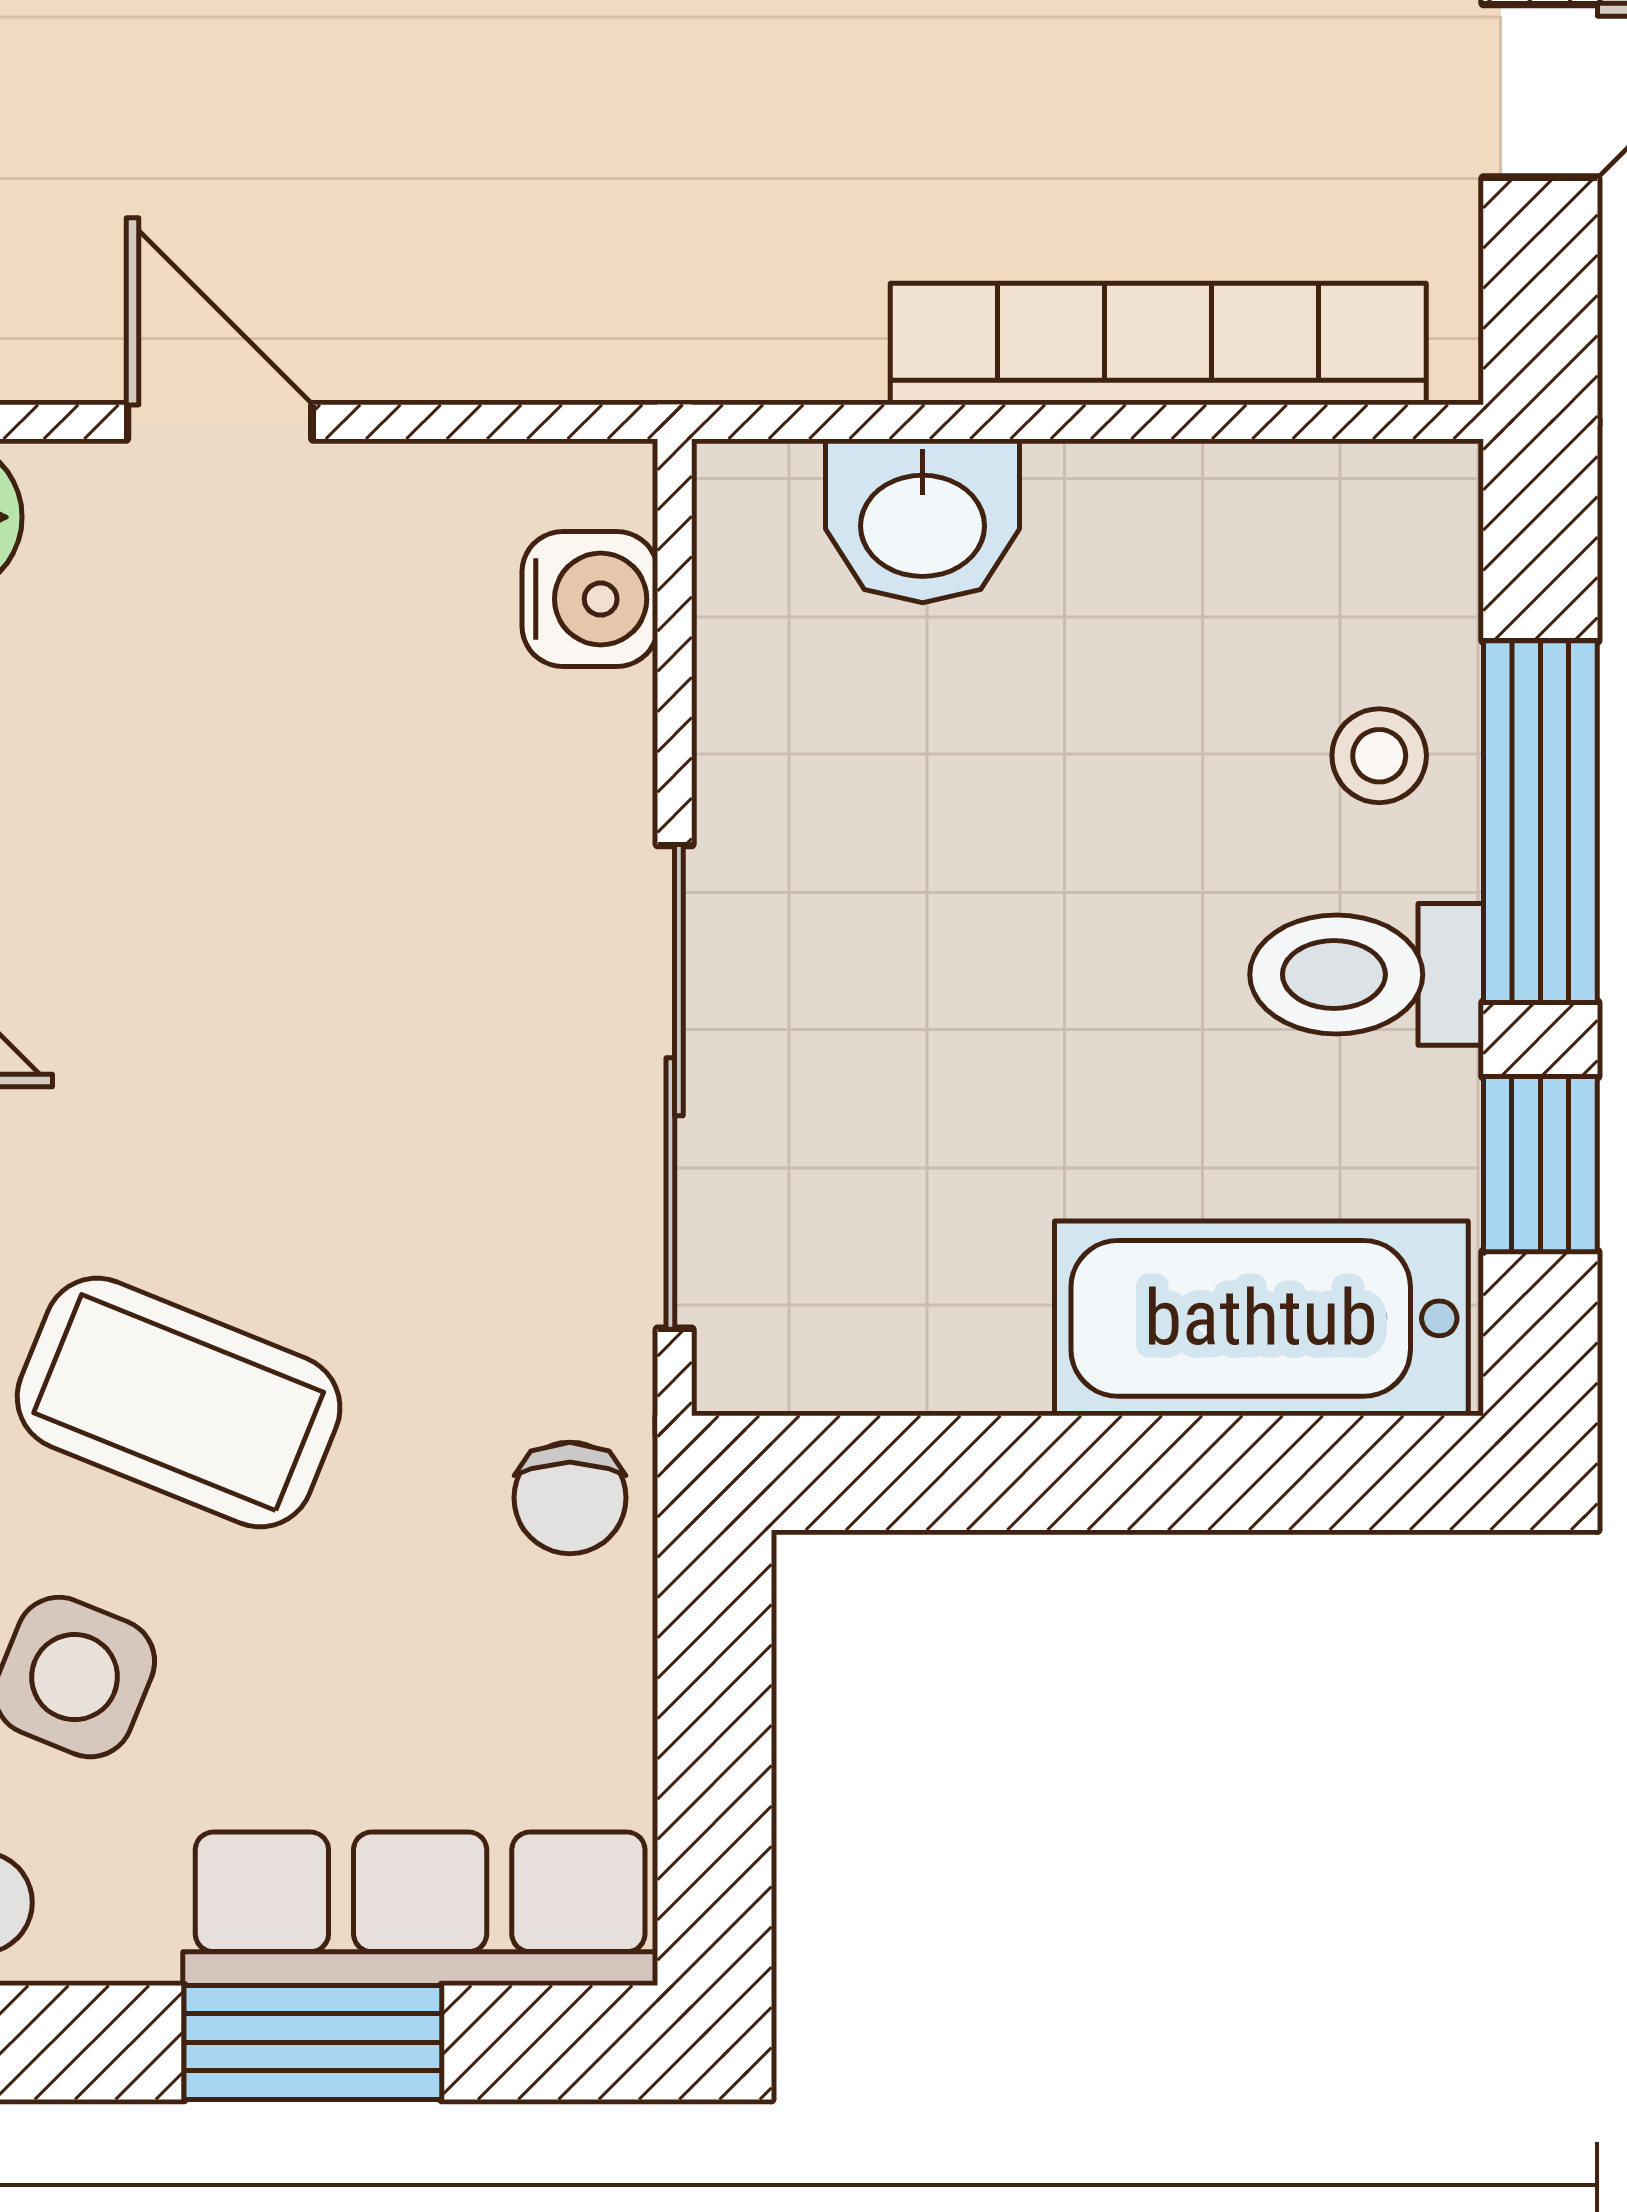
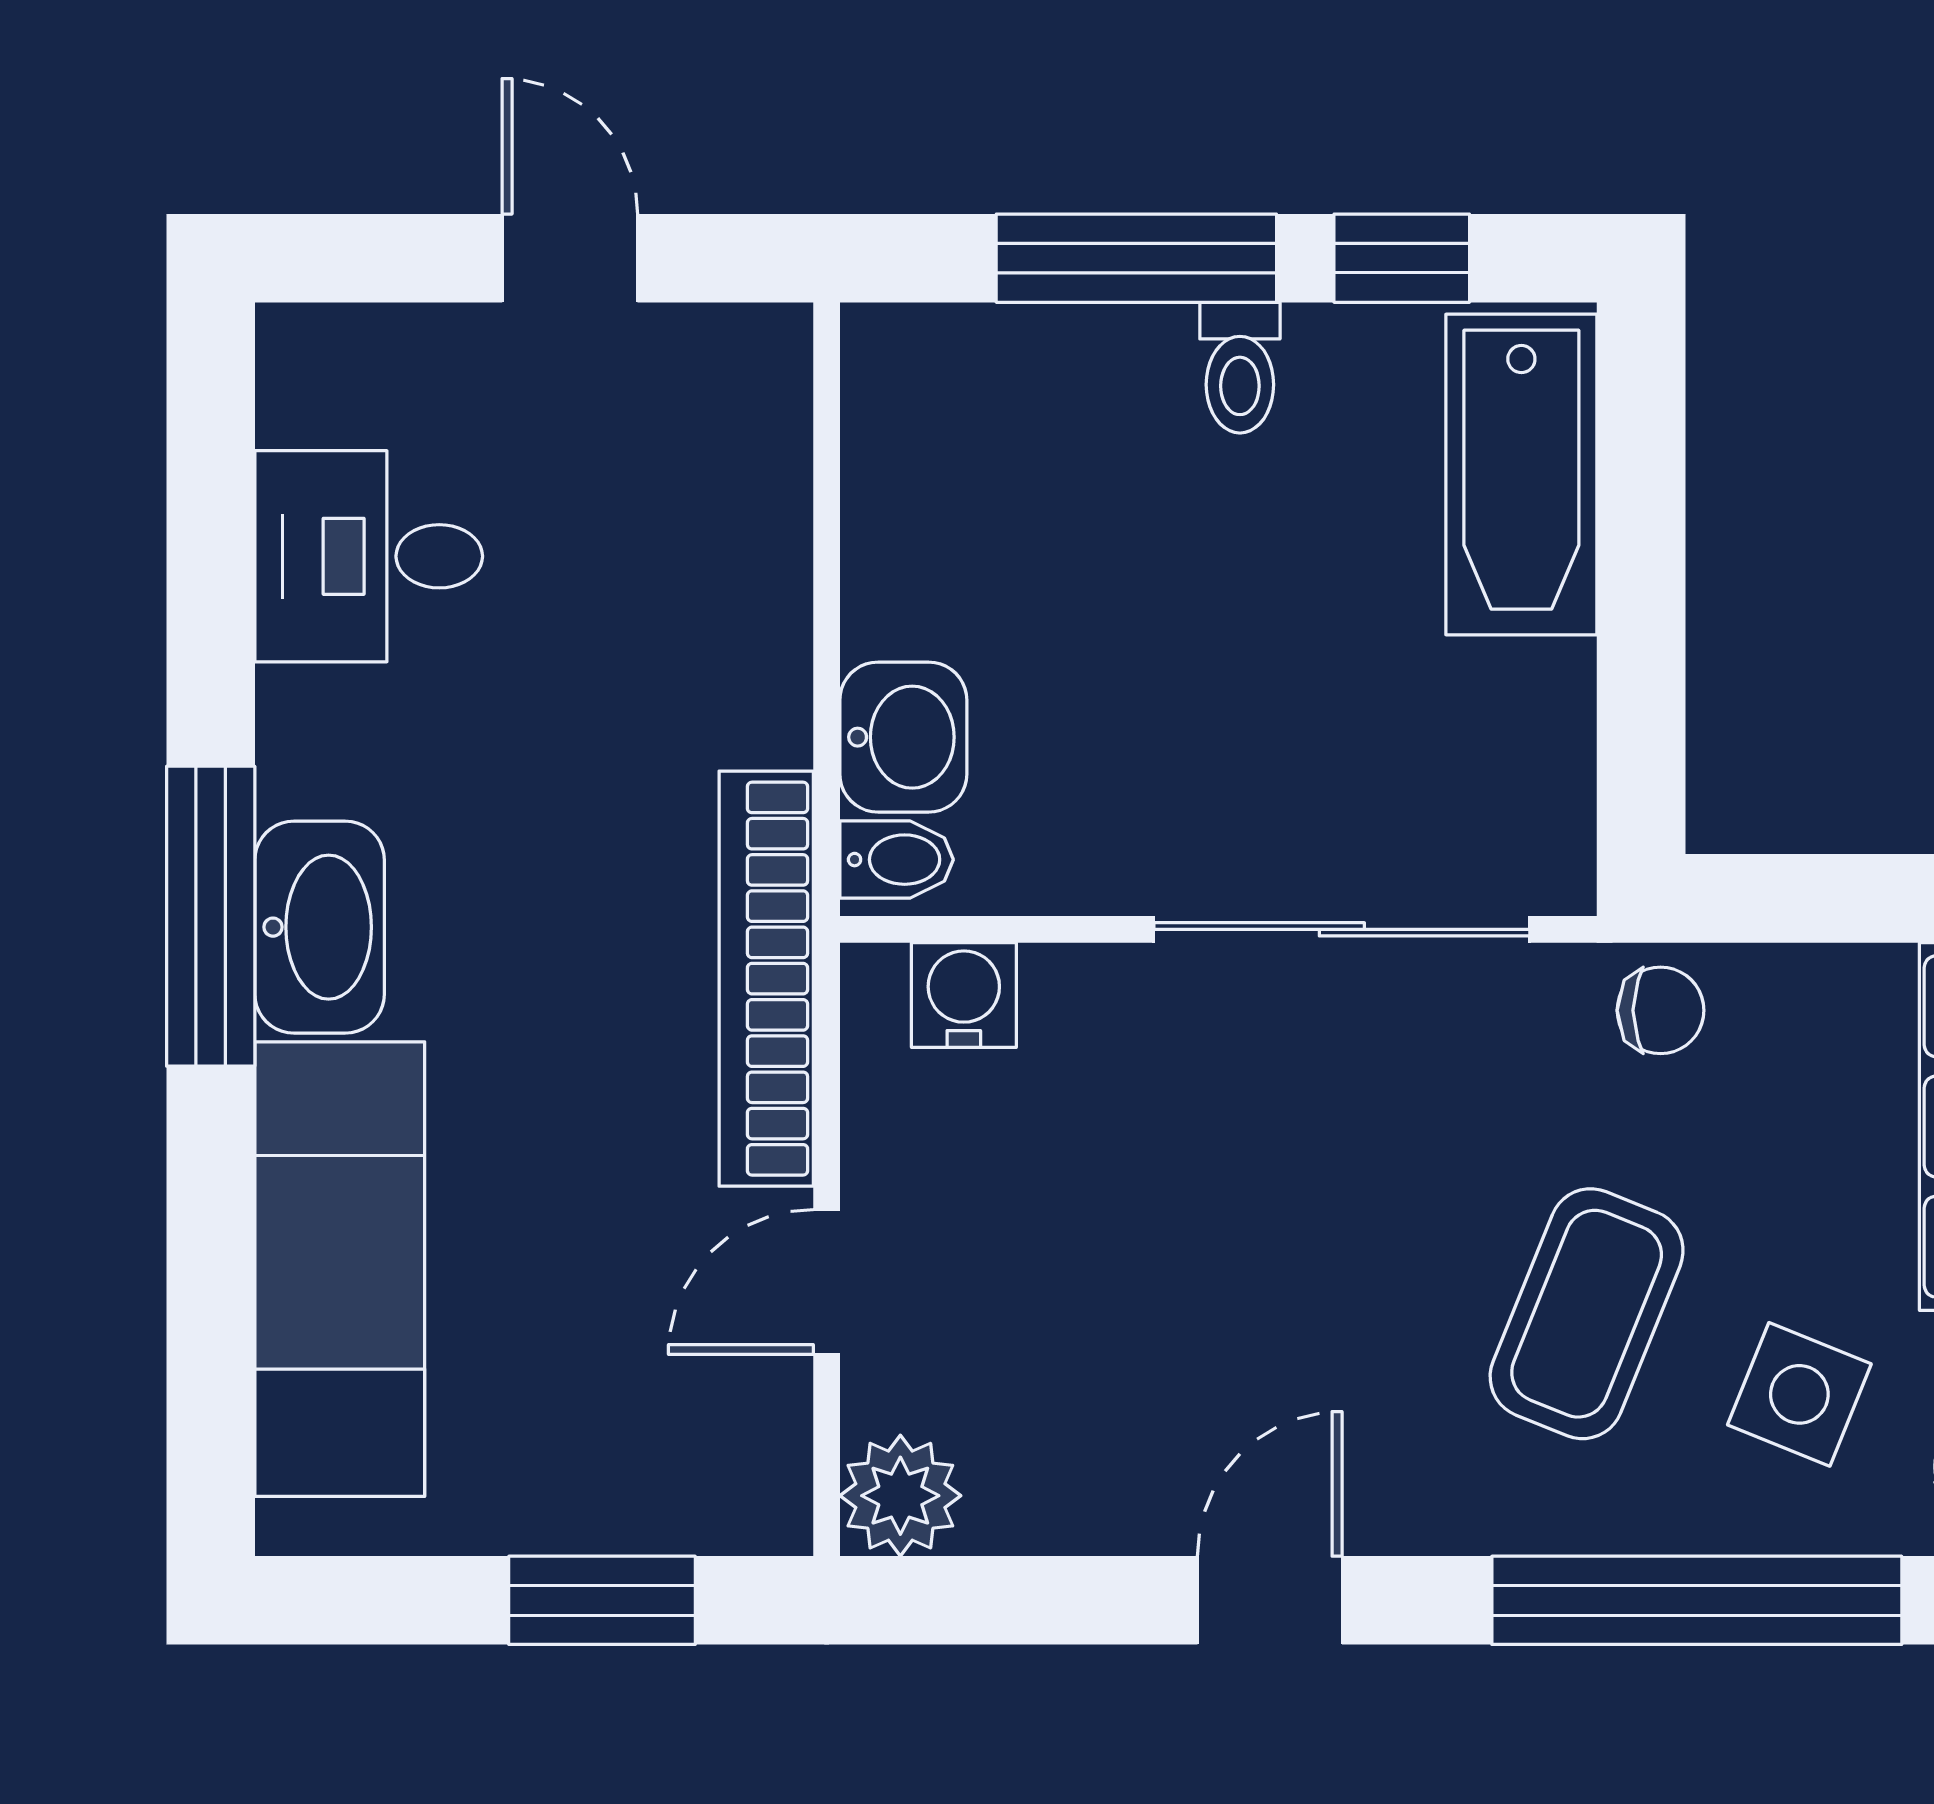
bookcase: (1158, 344) -> (766, 979), moved
bidet: (765, 512) -> (897, 860), added
stool: (1379, 756) -> (1085, 383), removed
toilet: (1367, 974) -> (1240, 368), width x0.73, depth x0.72

